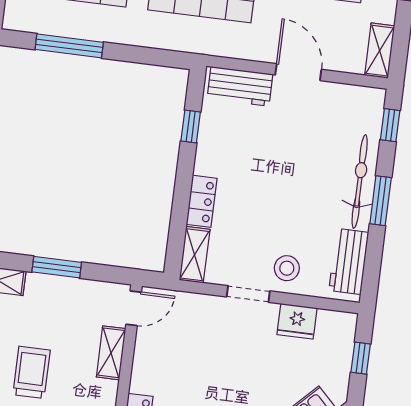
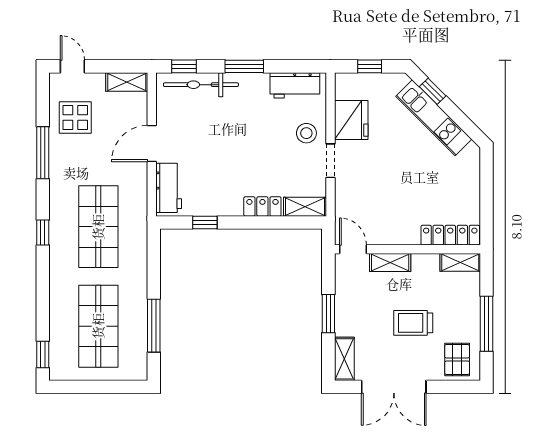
bicycle: (360, 181) -> (201, 85), moved
fridge: (297, 321) -> (351, 120), width x1.36, depth x1.34

